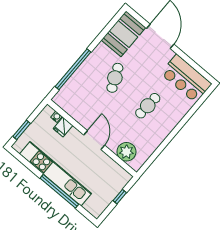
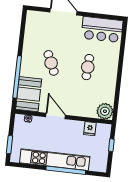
booth: (123, 34) -> (29, 94), moved
fridge: (63, 127) -> (90, 129), moved
door: (94, 140) -> (56, 116), moved
plant: (126, 152) -> (105, 111), moved

